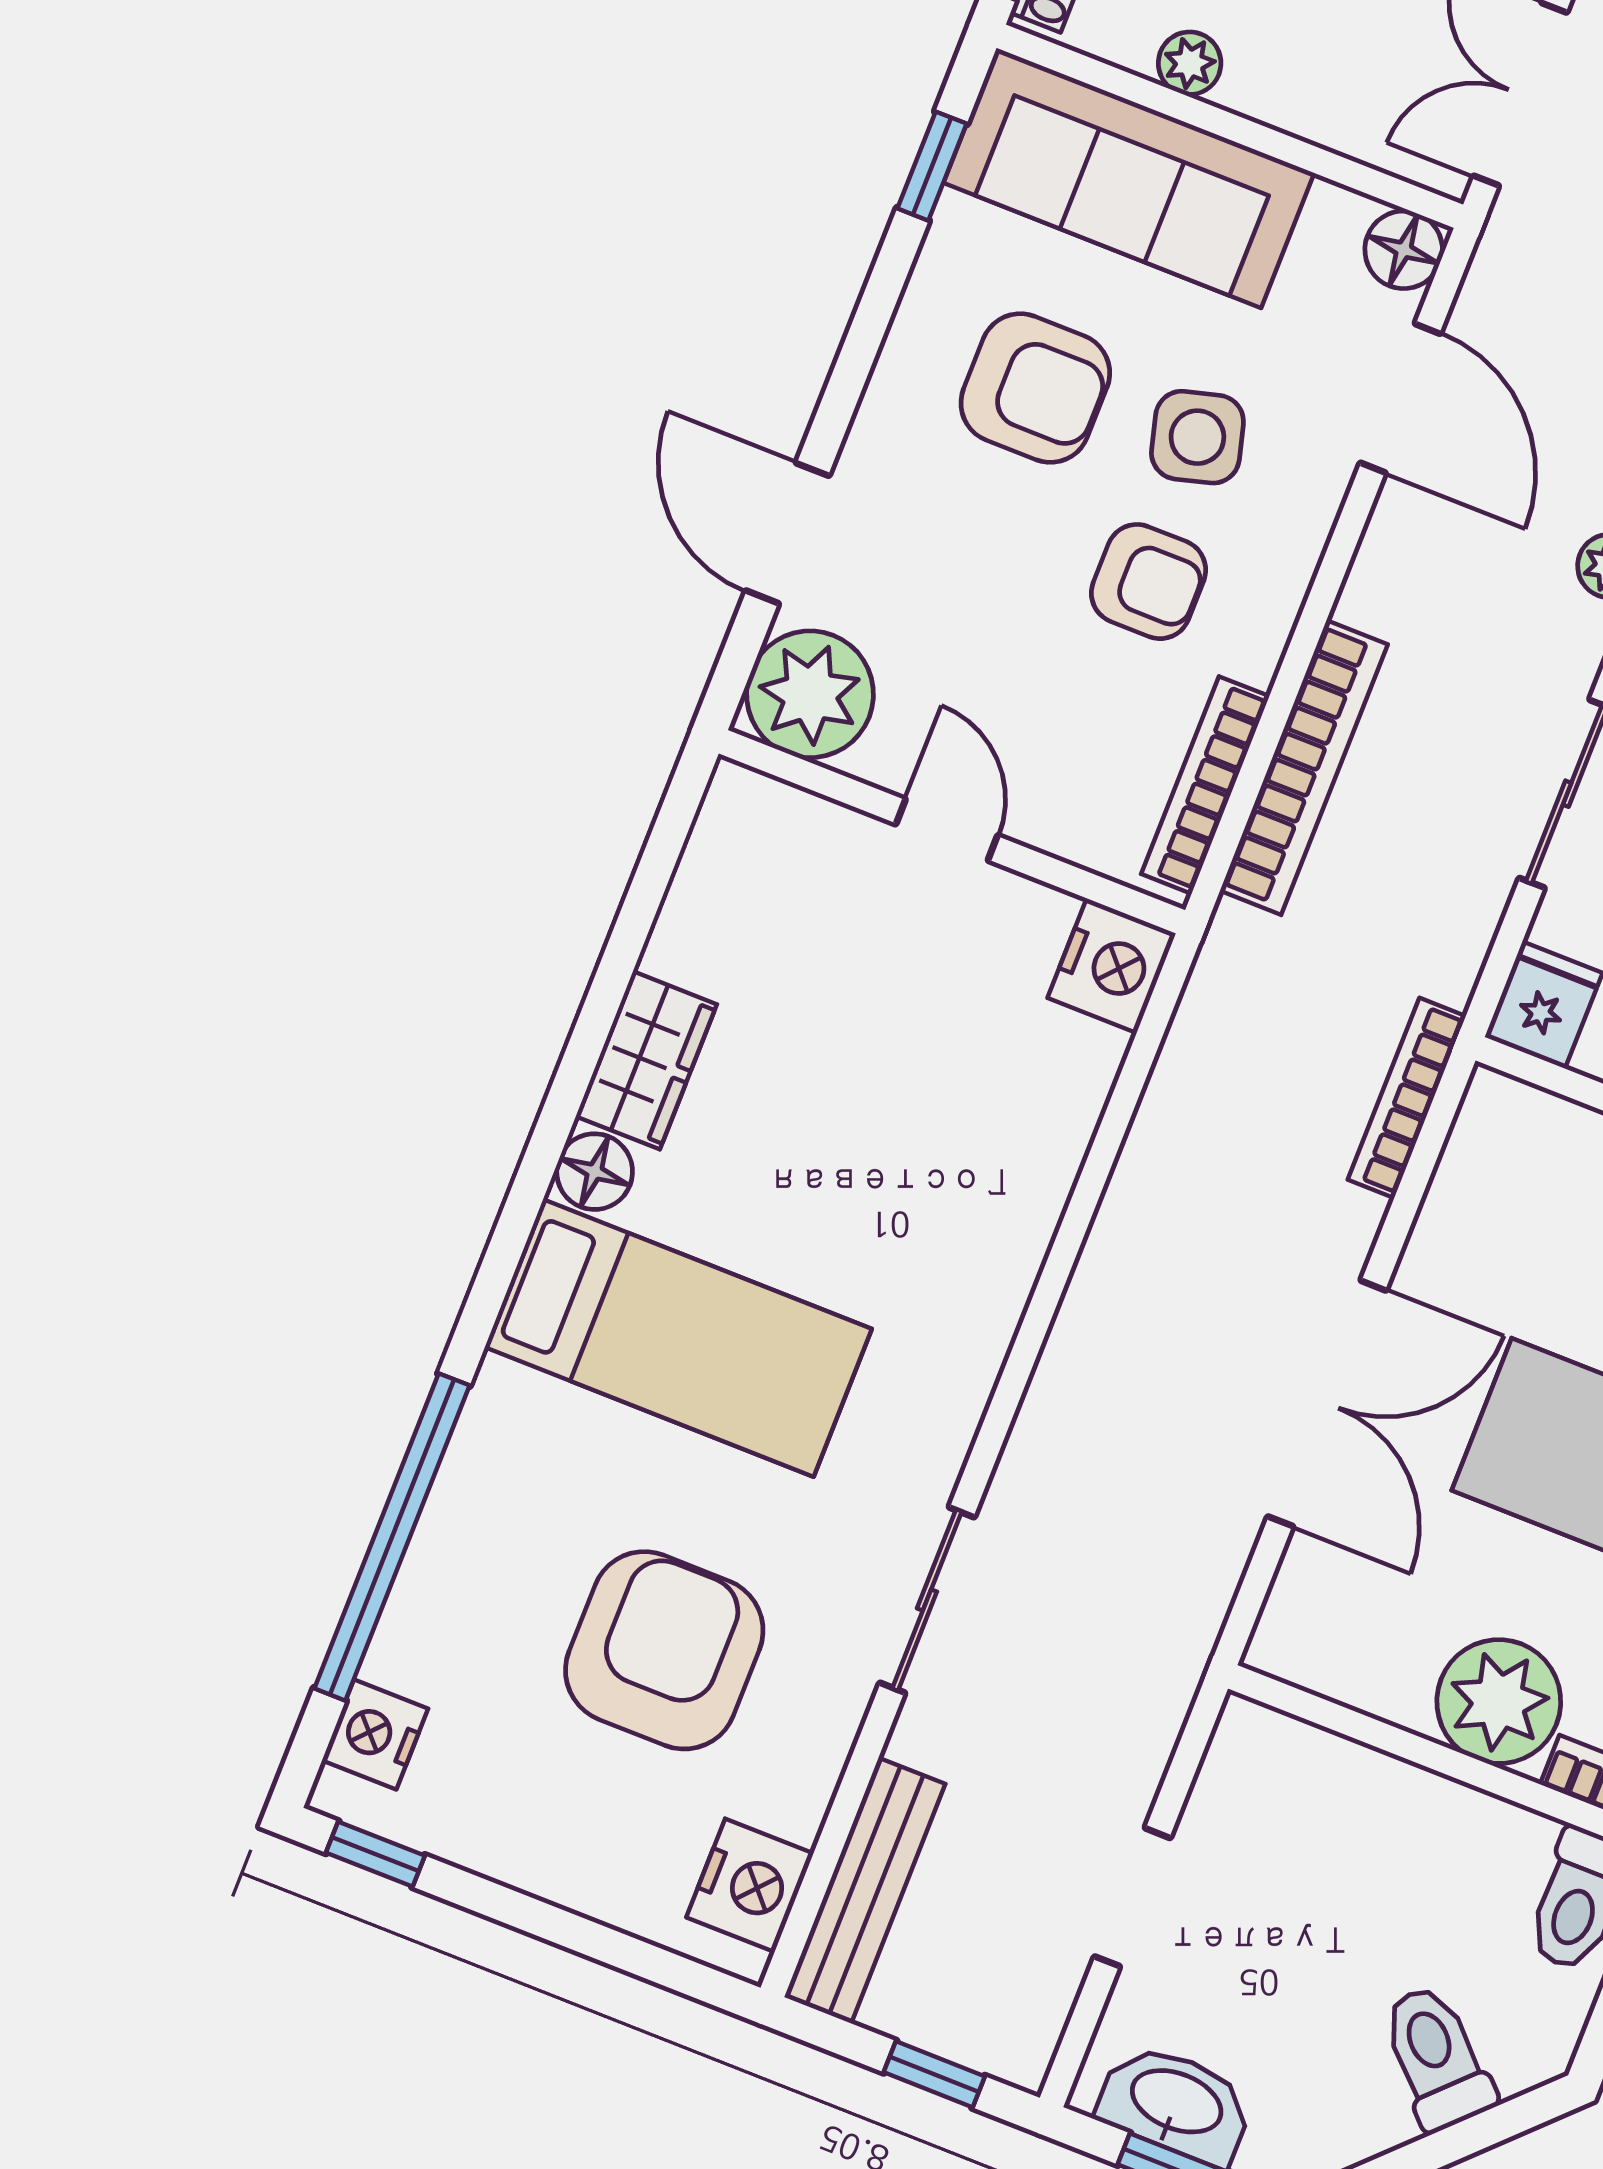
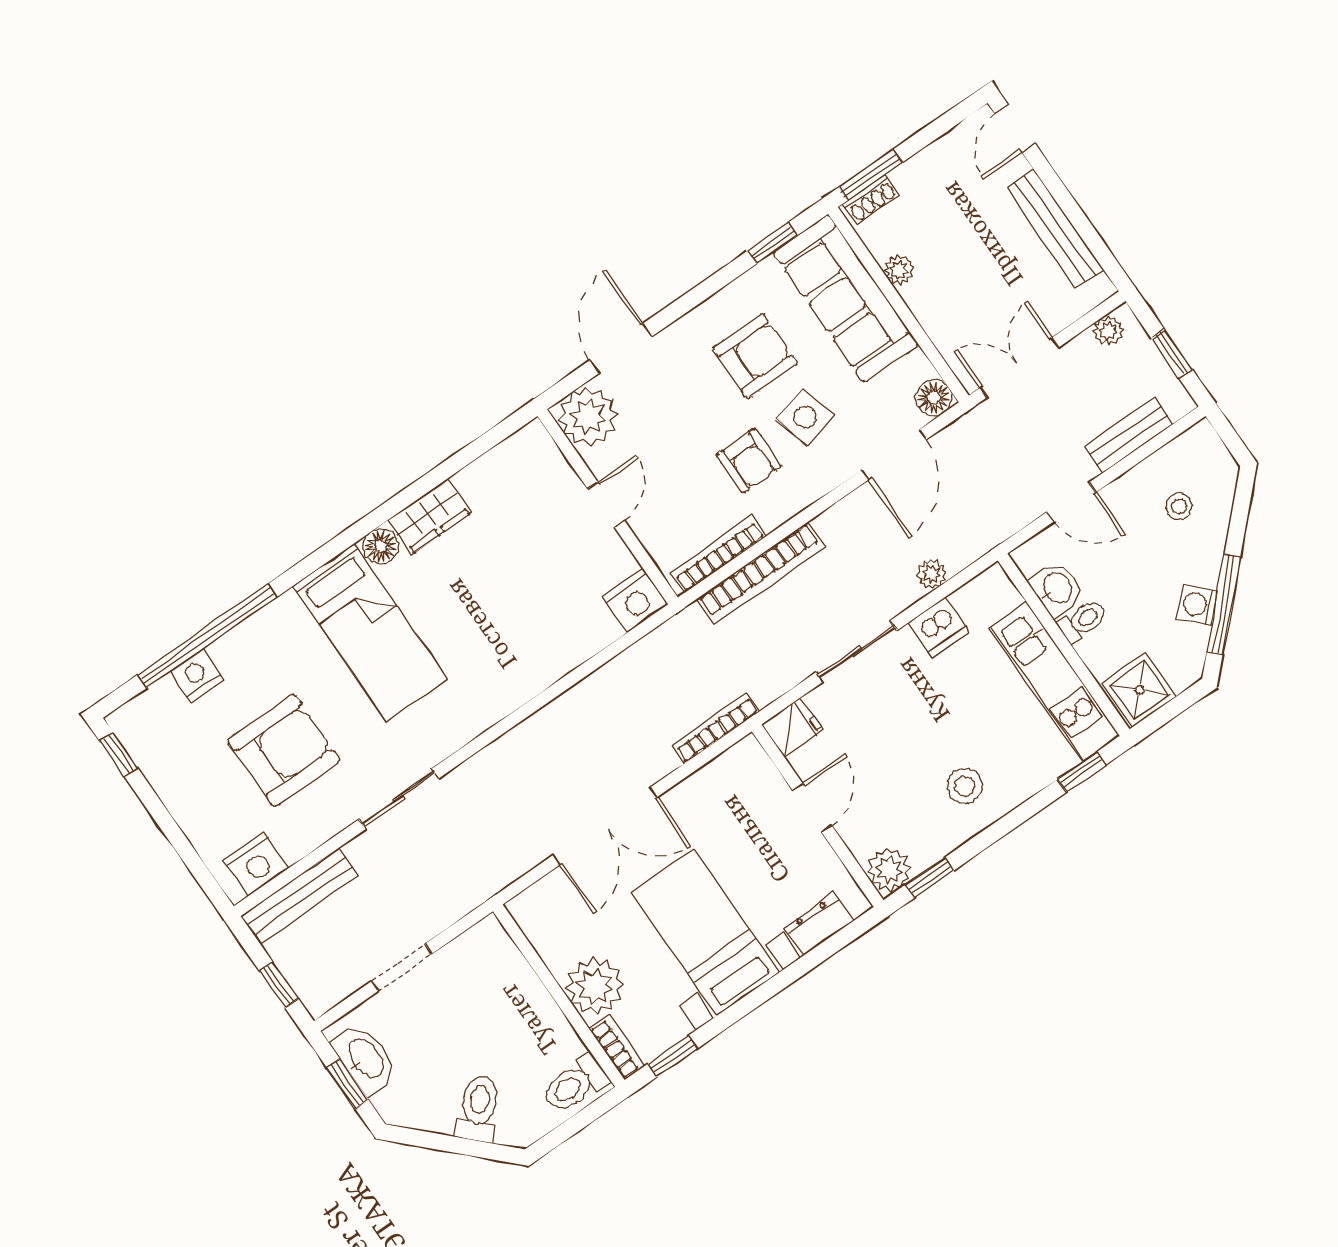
armchair: (1035, 388) -> (755, 356), turned -90
nightstand: (375, 1734) -> (197, 675), moved

